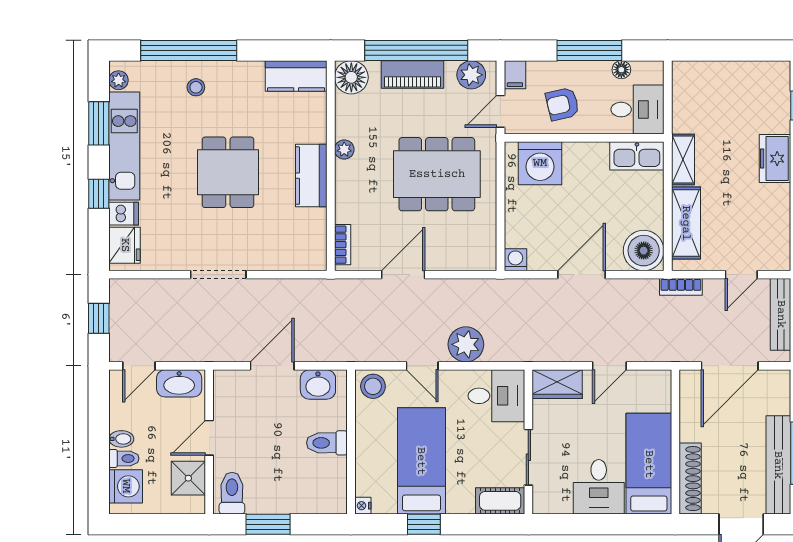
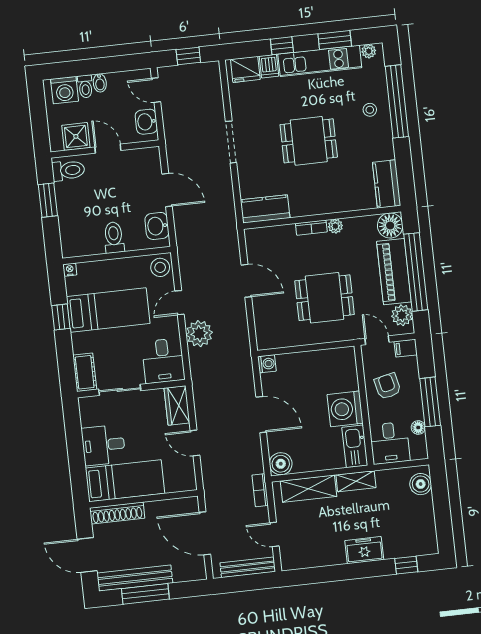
piano: (413, 74) -> (394, 272), width x1.37, depth x1.33
boiler: (696, 75) -> (421, 484), added
washing machine: (540, 163) -> (345, 409), moved
dining table: (437, 174) -> (325, 298), width x0.73
kitchen counter: (311, 176) -> (265, 209), moved
bookcase: (343, 245) -> (311, 228), moved
boiler: (644, 251) -> (281, 464), width x0.73, depth x0.73
washbasin: (179, 383) -> (146, 122), width x0.72

